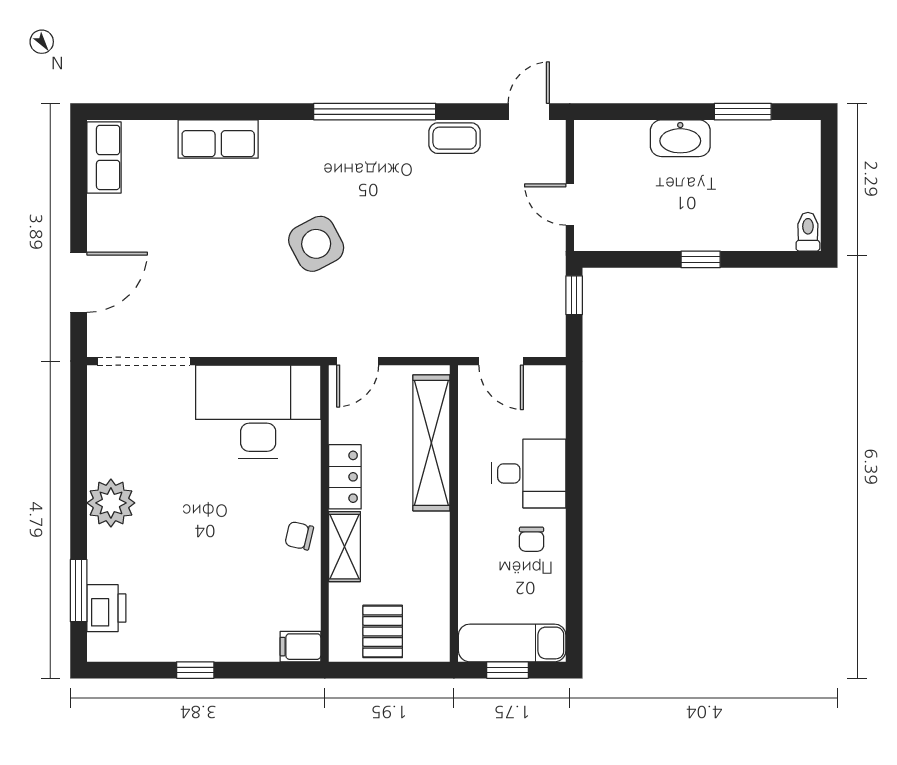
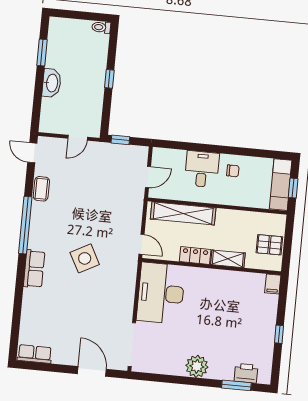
row of seats: (218, 139) -> (34, 269), moved
chair: (299, 536) -> (221, 280), removed

